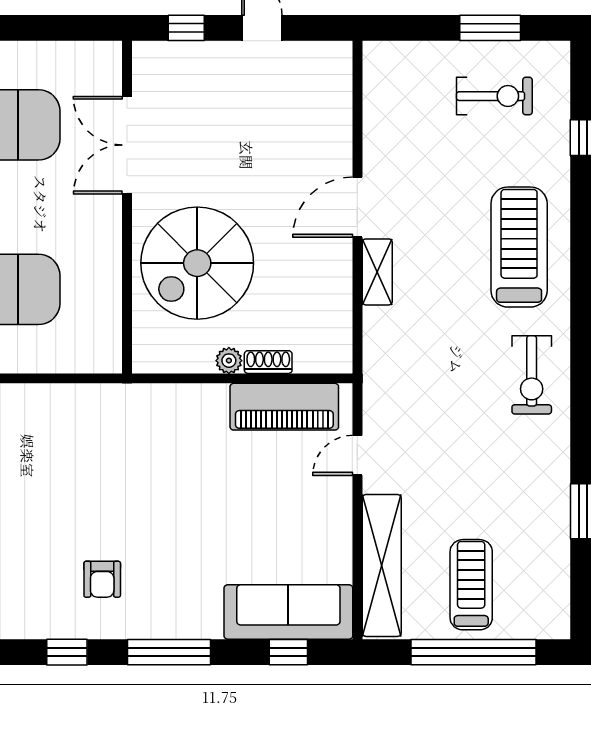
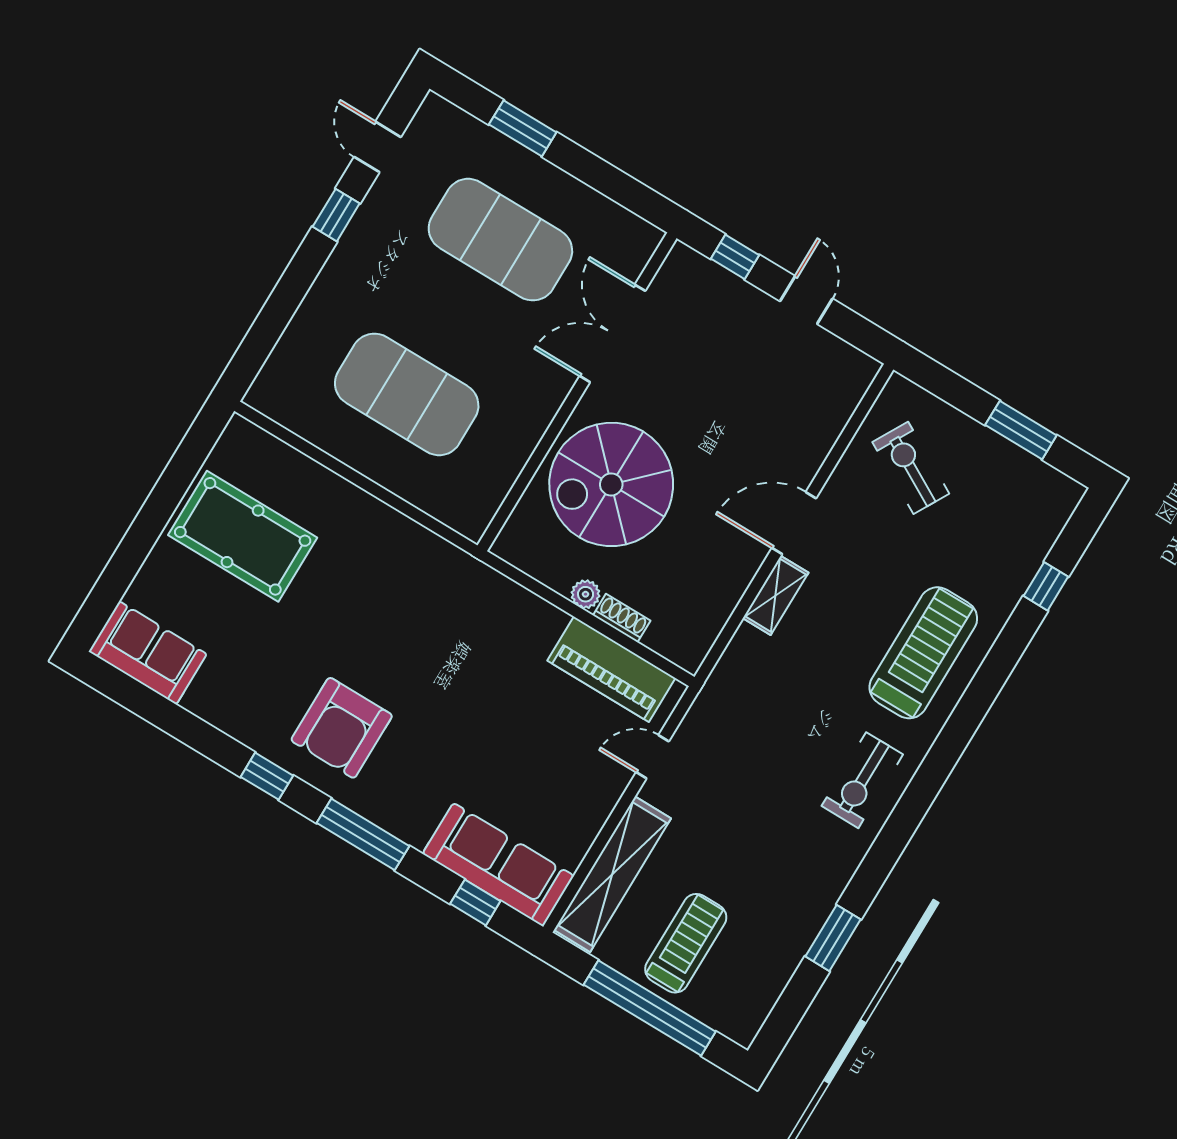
exercise bike: (494, 96) -> (911, 468), moved, turned -151
armchair: (102, 579) -> (342, 728), width x1.88, depth x1.88

